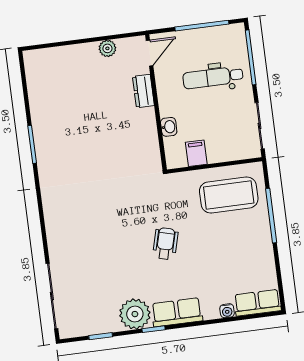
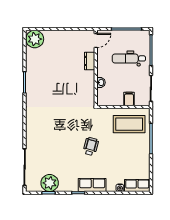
plant: (107, 48) -> (35, 39), moved, width x1.88, depth x1.88
filing cabinet: (196, 153) -> (129, 99), moved
plant: (135, 314) -> (50, 183), moved

